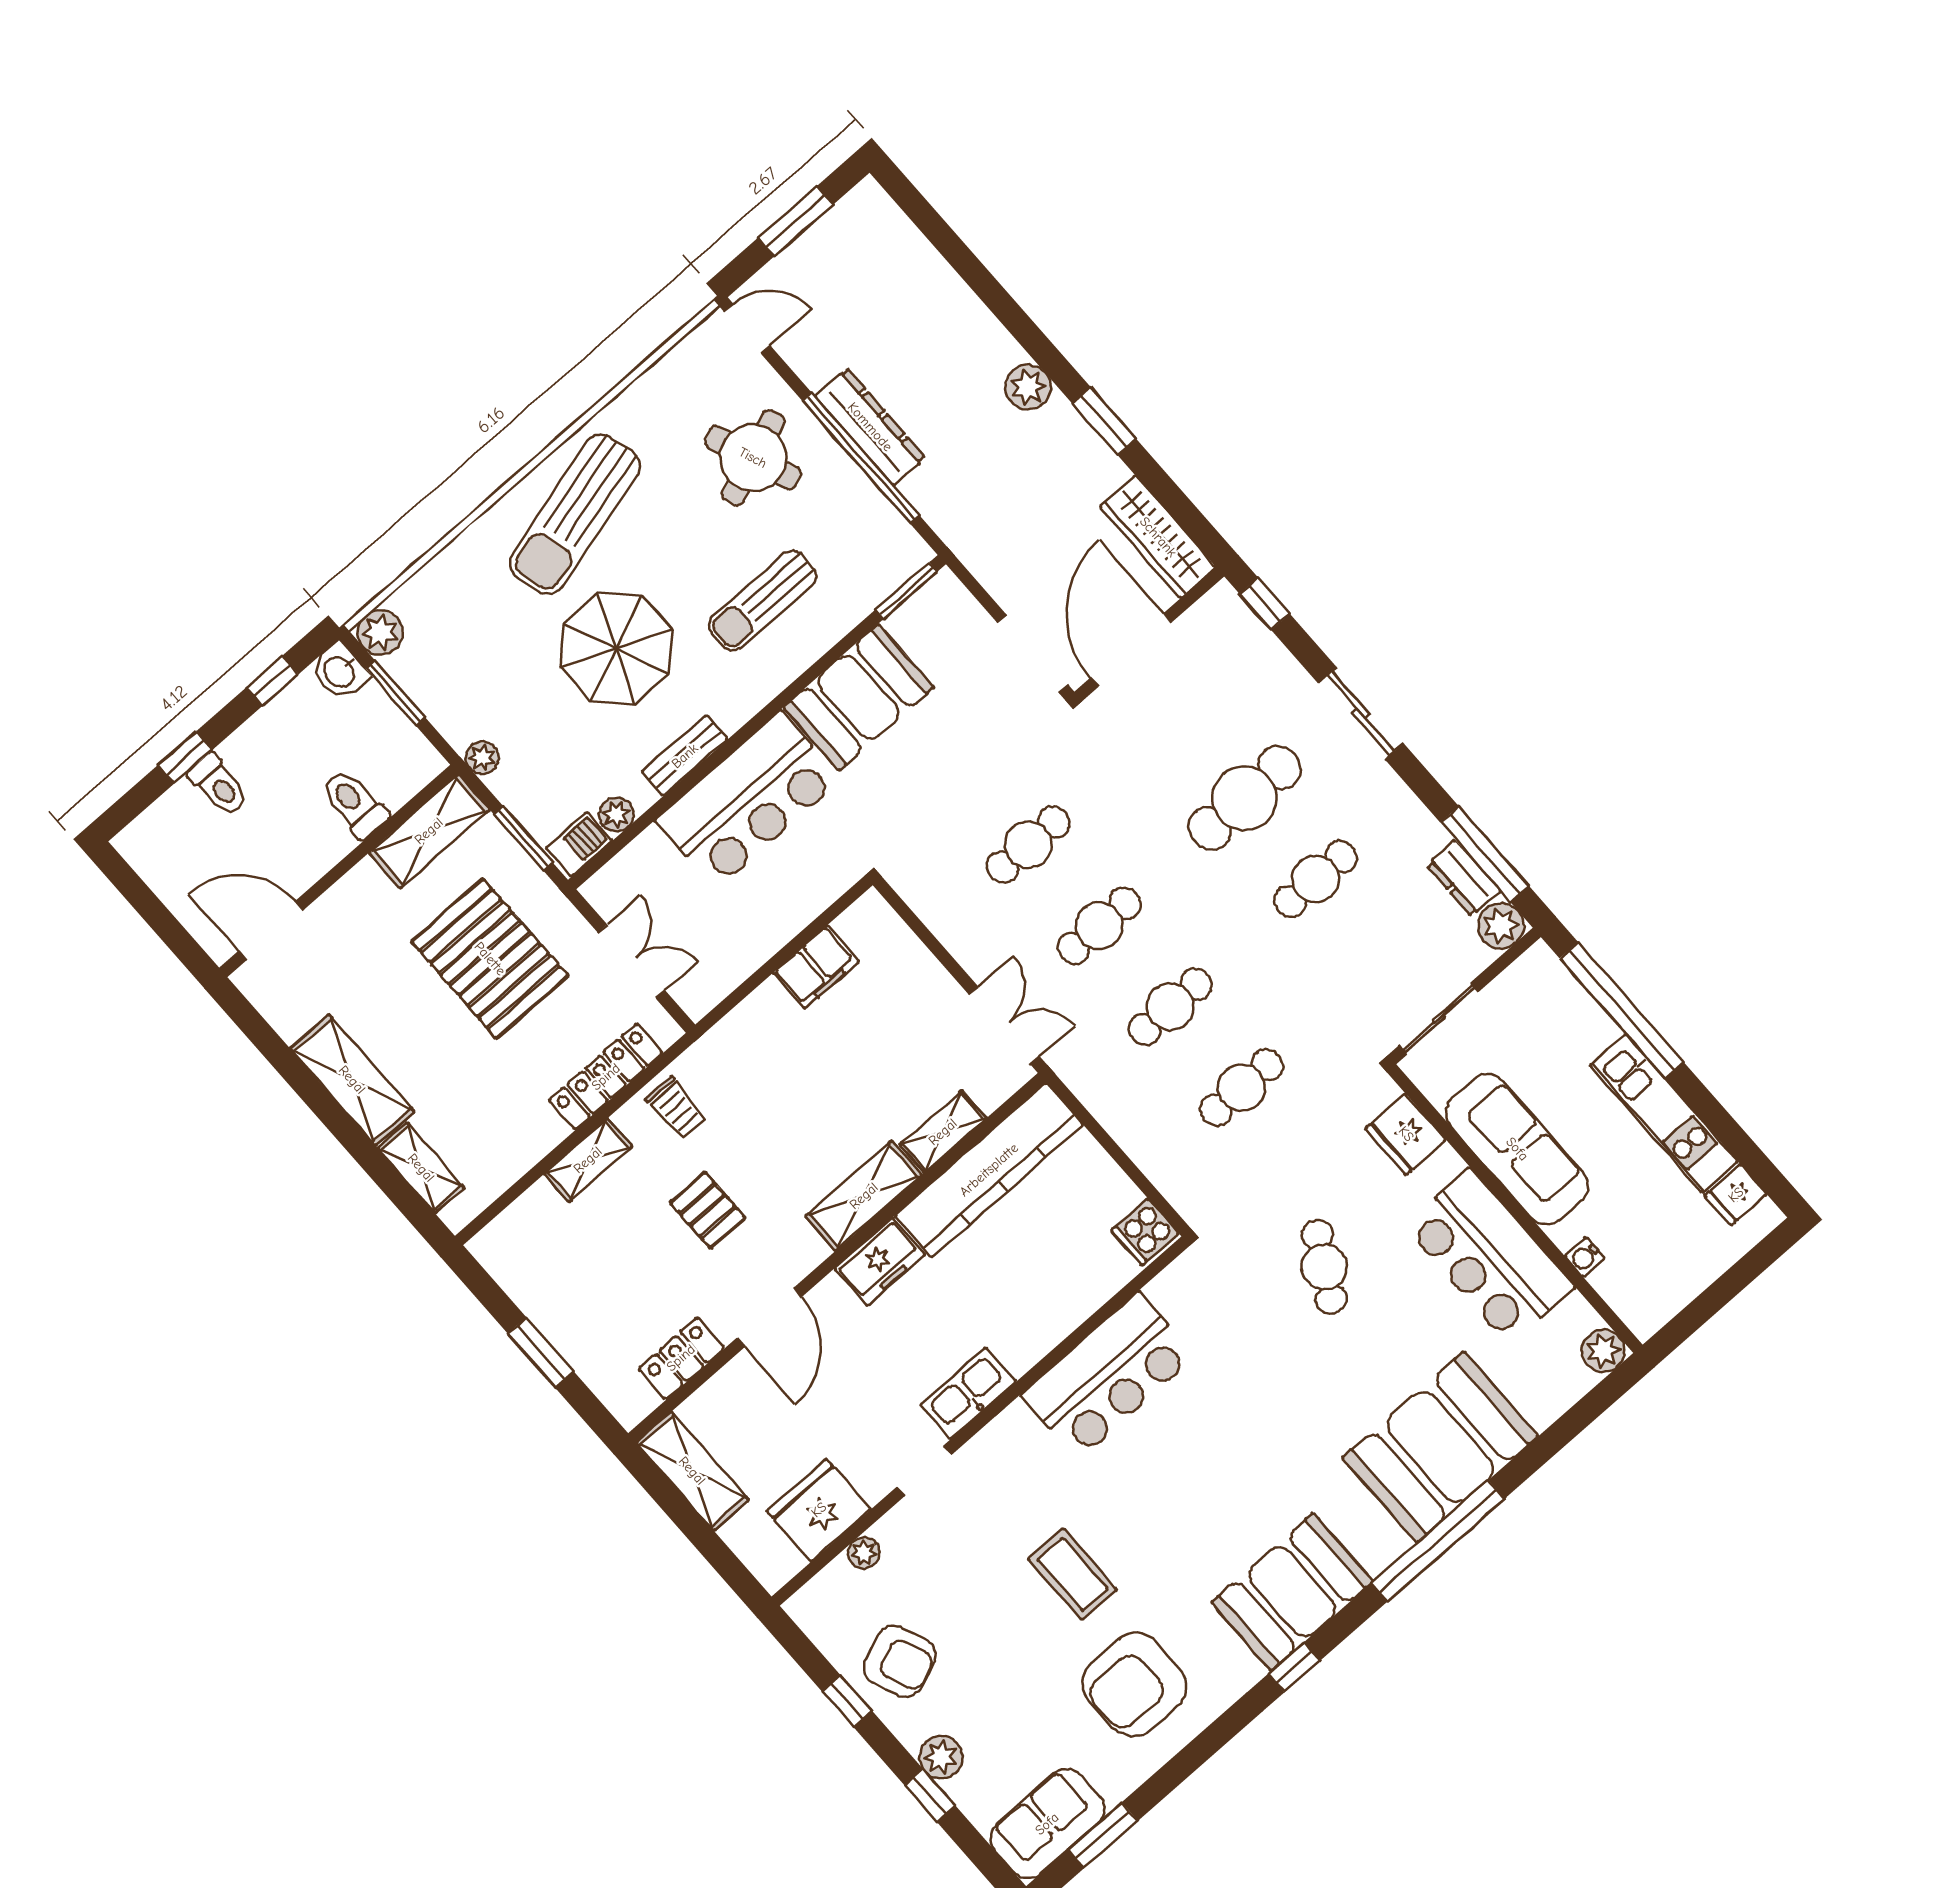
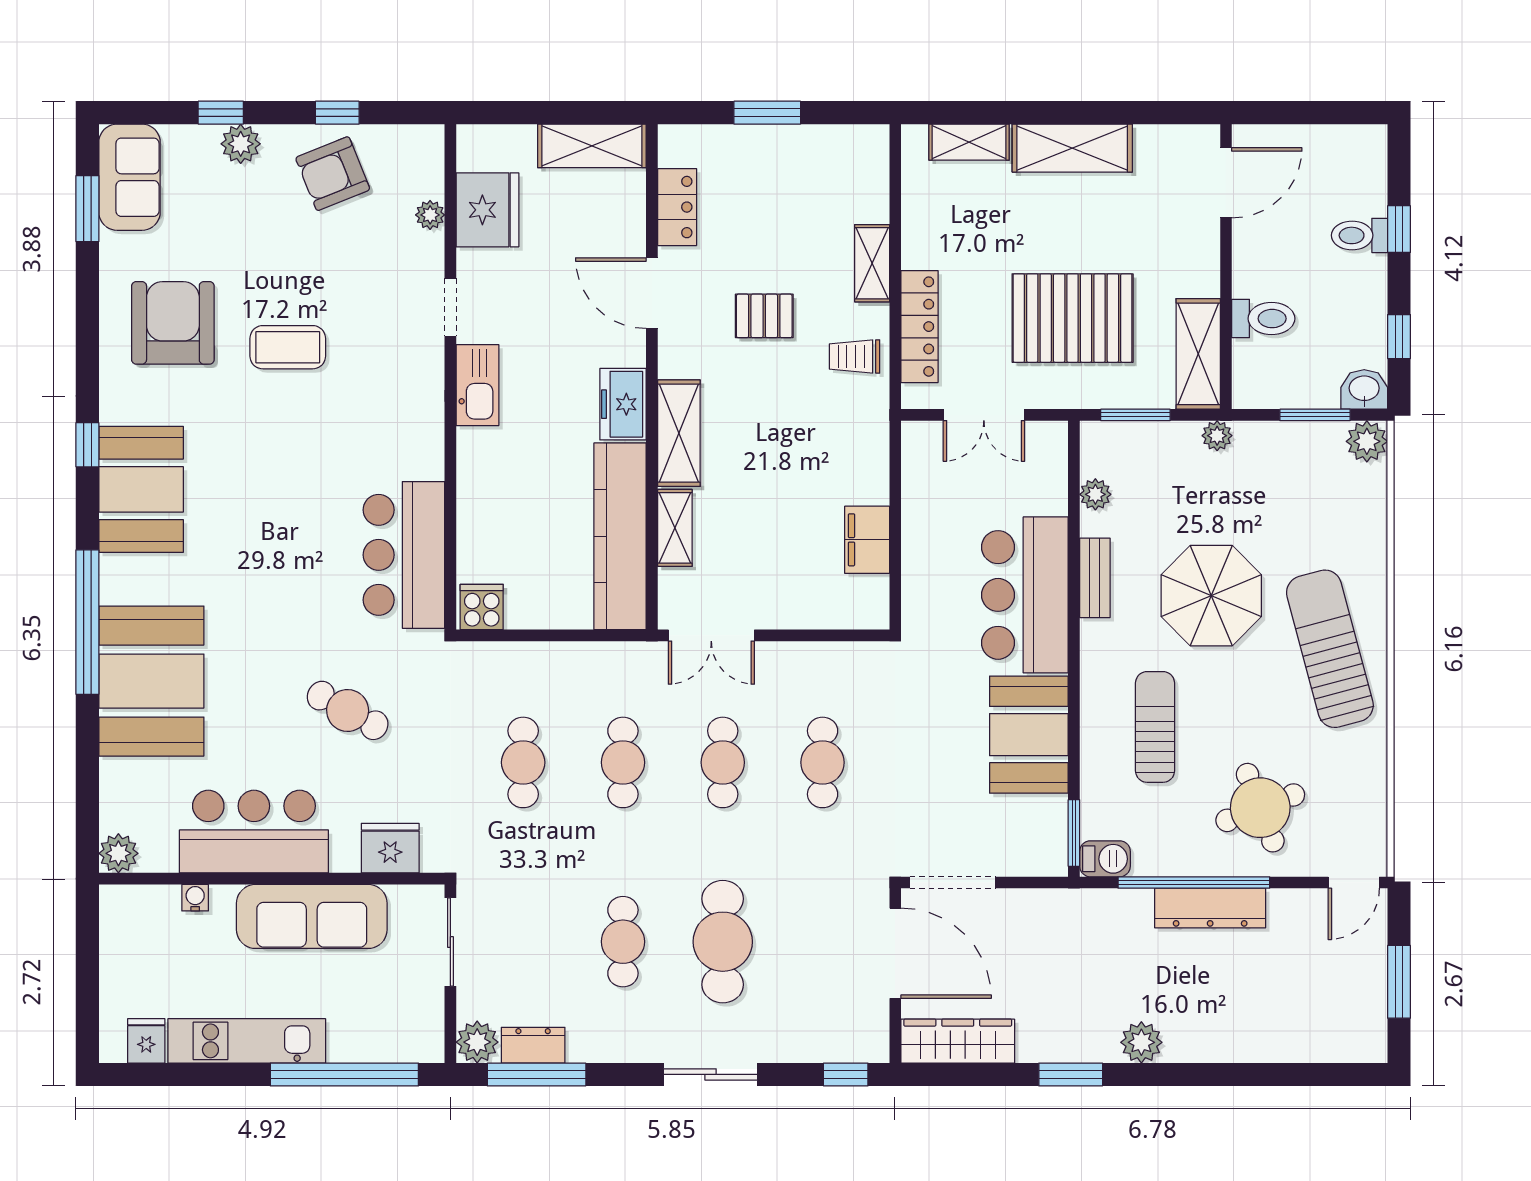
barbecue: (579, 844) -> (1105, 859), moved, turned -90
bar counter: (1108, 1376) -> (404, 555), moved

